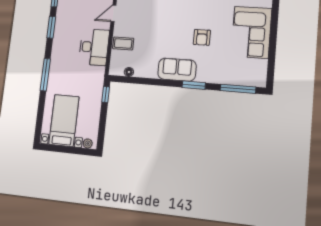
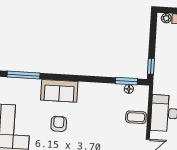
sofa: (177, 70) -> (59, 91), moved
window: (194, 85) -> (126, 81), moved

